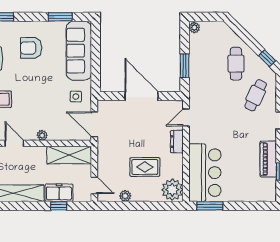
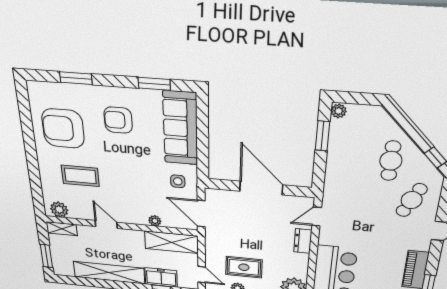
window: (185, 66) -> (322, 136), moved
plant: (42, 135) -> (155, 221), moved
rug: (145, 167) -> (244, 267), moved

